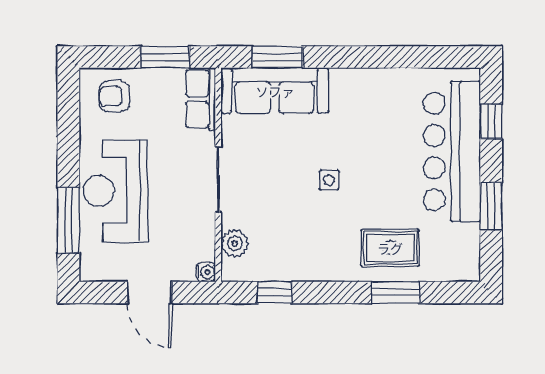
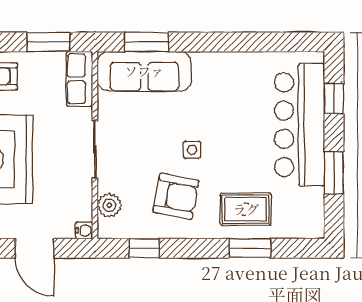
armchair: (311, 233) -> (176, 196), added

